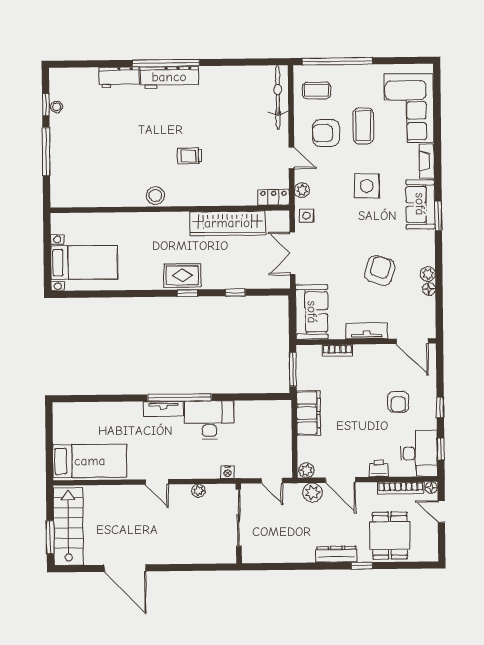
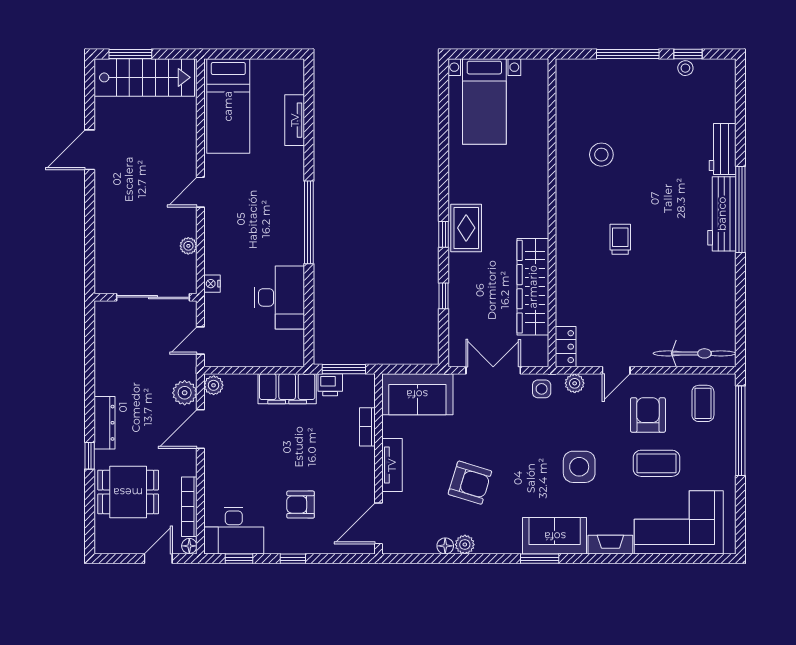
stool: (155, 195) -> (601, 155), moved
tv unit: (164, 409) -> (295, 120), moved
desk: (209, 420) -> (279, 297), moved
printer: (379, 468) -> (330, 385), moved, turned 90
door: (125, 568) -> (90, 150), width x0.73

